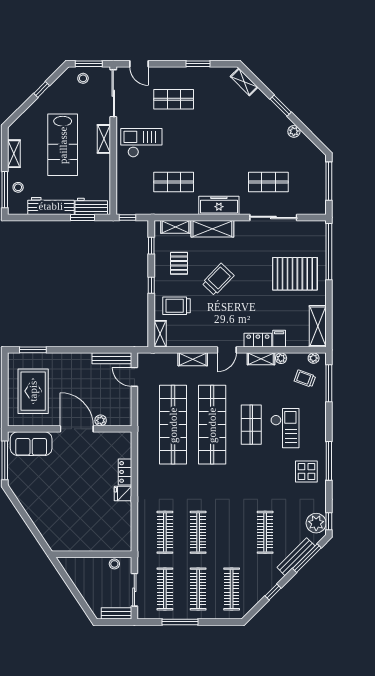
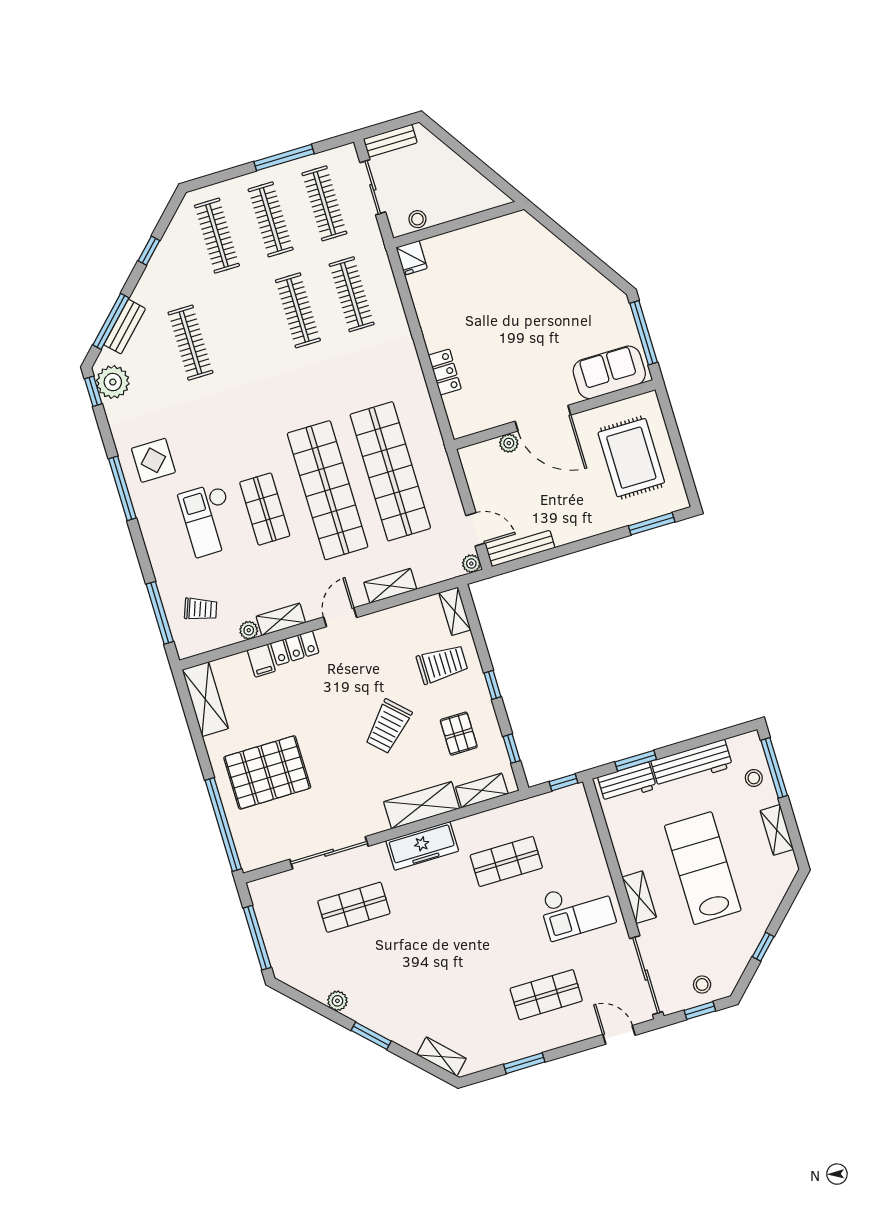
window: (89, 64) -> (700, 1011), width x0.67
plant: (314, 358) -> (471, 564), moved
fridge: (123, 493) -> (412, 258), moved, turned 90
bench: (296, 557) -> (125, 327), width x0.73

